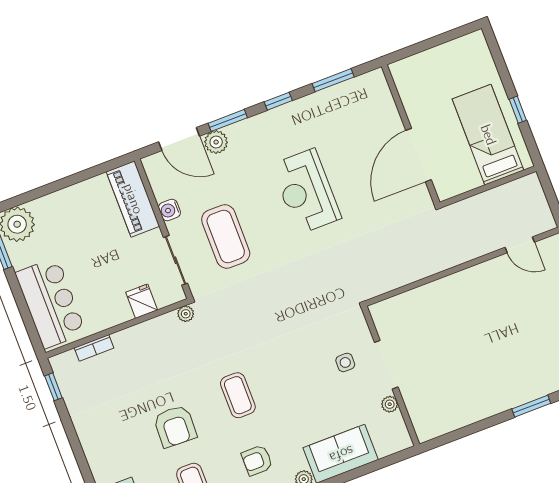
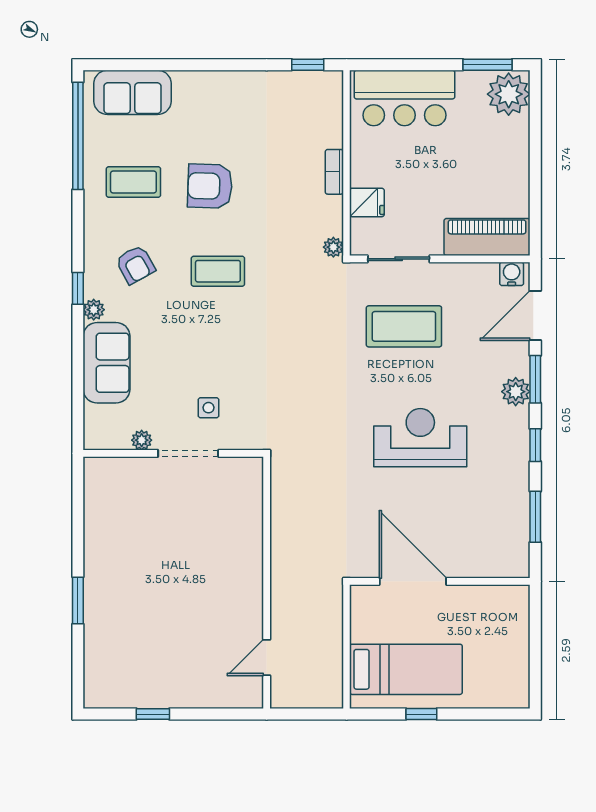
plant: (216, 142) -> (516, 392), moved
water cooler: (169, 210) -> (512, 274), moved
bookcase: (94, 348) -> (334, 172), moved
armchair: (257, 460) -> (135, 265), turned 151

